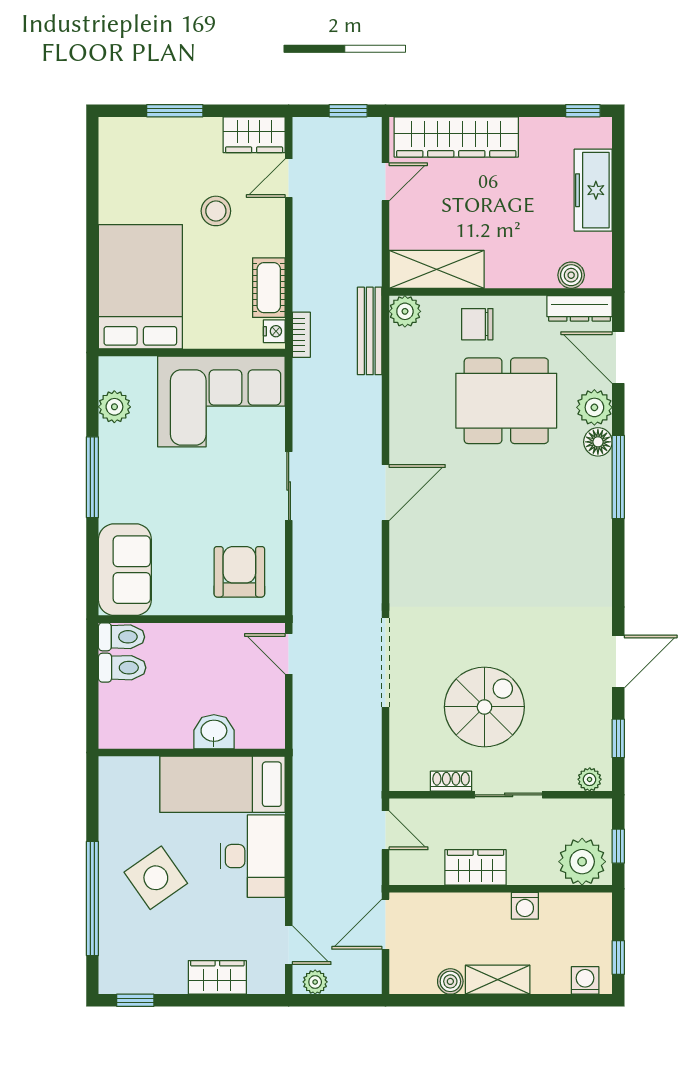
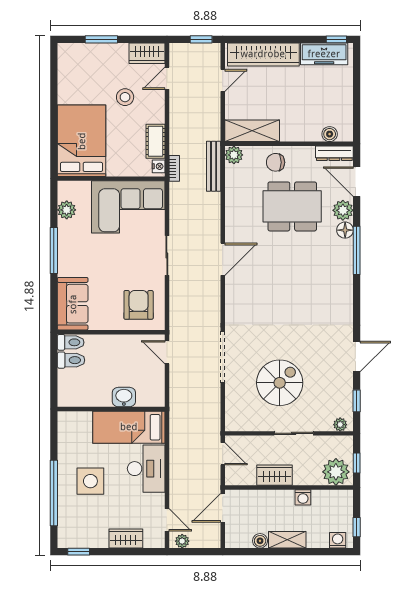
freezer: (593, 190) -> (324, 54), moved, turned -90
shoe rack: (451, 781) -> (260, 426), removed
side table: (156, 878) -> (90, 481), turned 35

